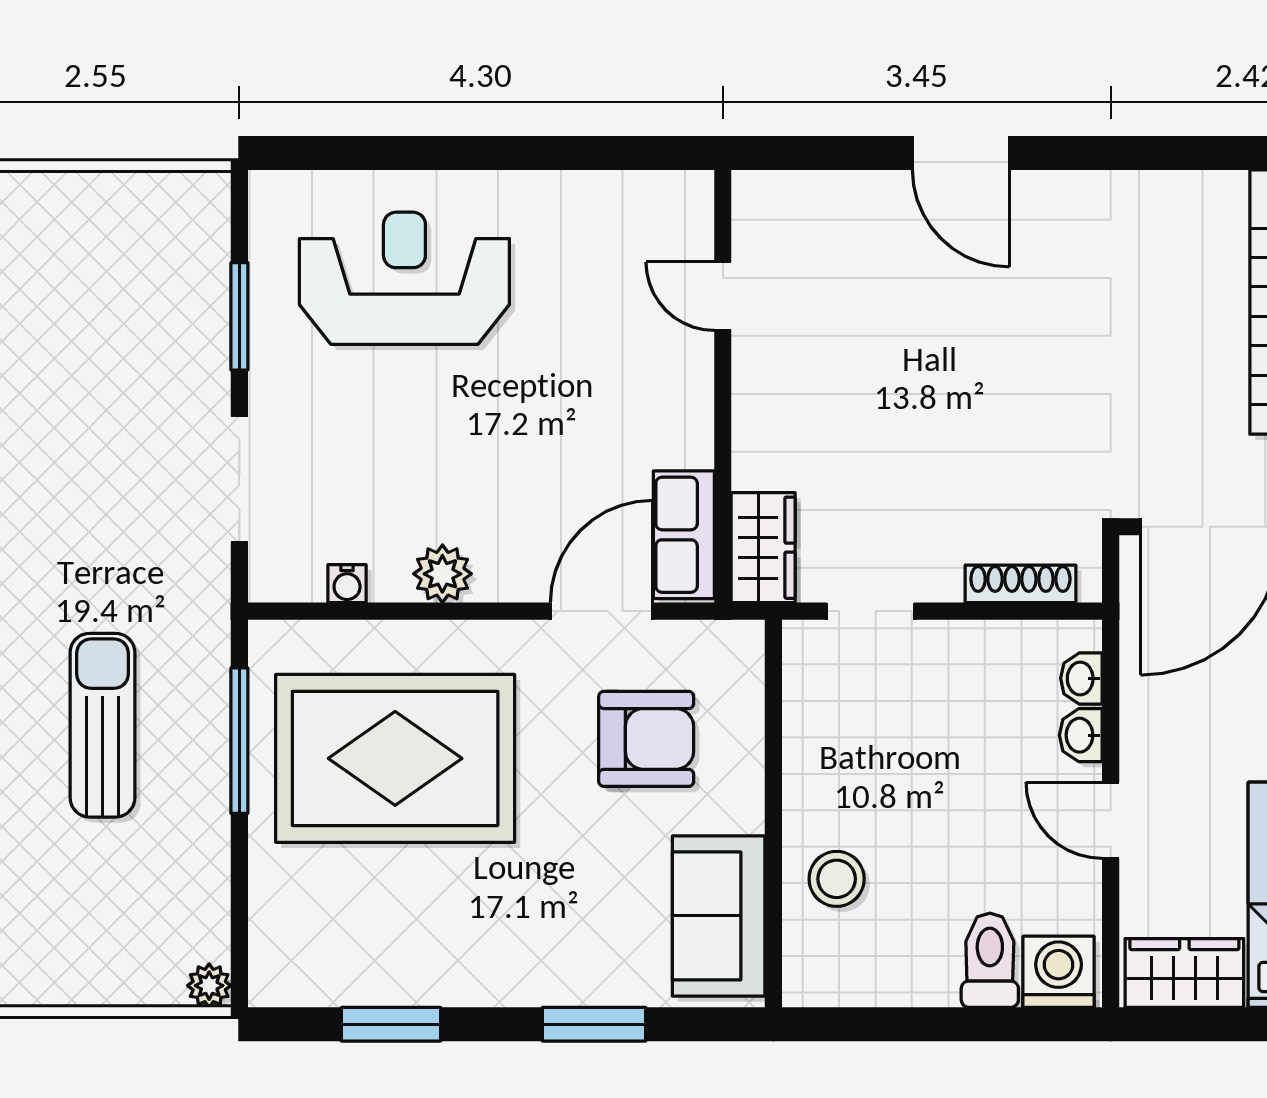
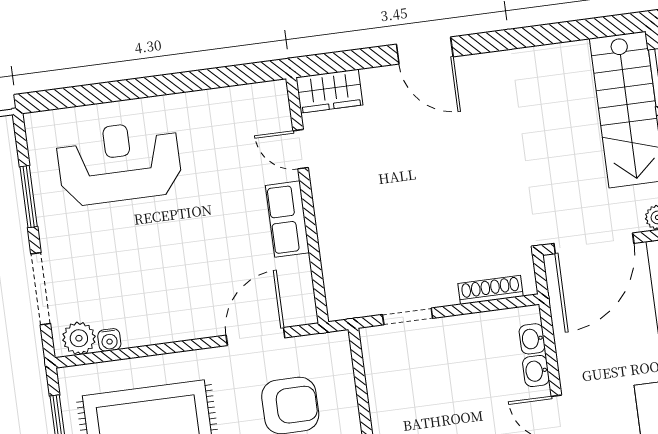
row of seats: (684, 535) -> (287, 219), moved
wardrobe: (763, 548) -> (329, 91), moved, turned 90
plant: (442, 574) -> (79, 338), moved

